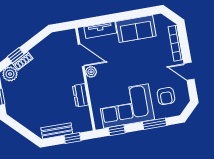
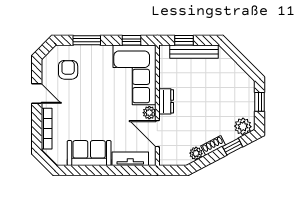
plant: (46, 44) -> (196, 153), added
shoe rack: (23, 61) -> (213, 145), moved
dresser: (80, 95) -> (166, 101), moved
corner sofa: (126, 106) -> (134, 75), moved, turned 90
bench: (57, 131) -> (194, 52), width x1.36

